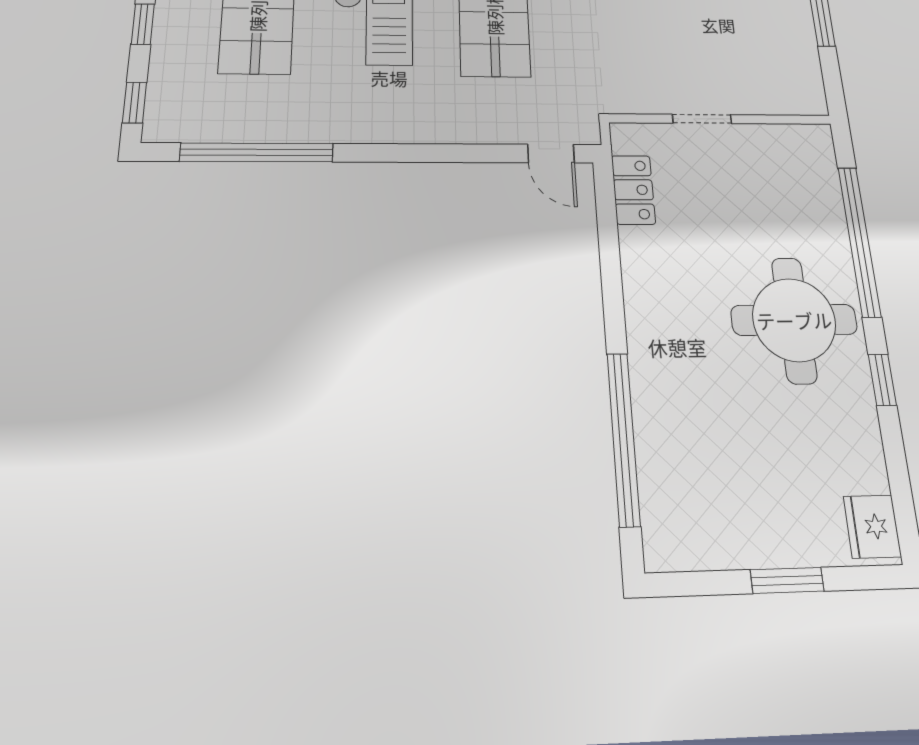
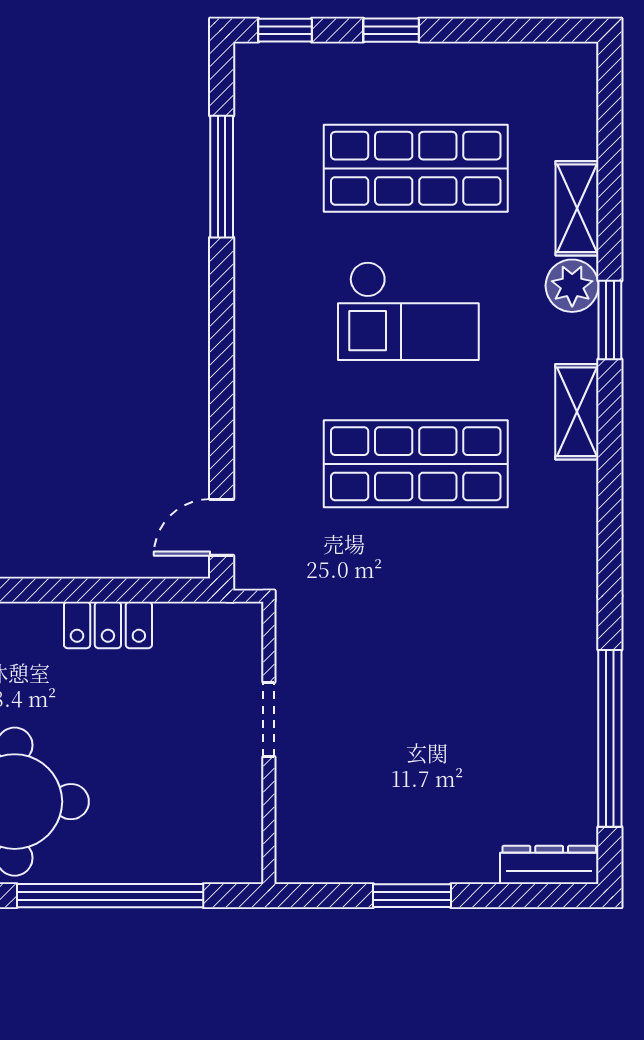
window: (257, 152) -> (222, 177), width x0.68
locker: (633, 190) -> (108, 625), moved

